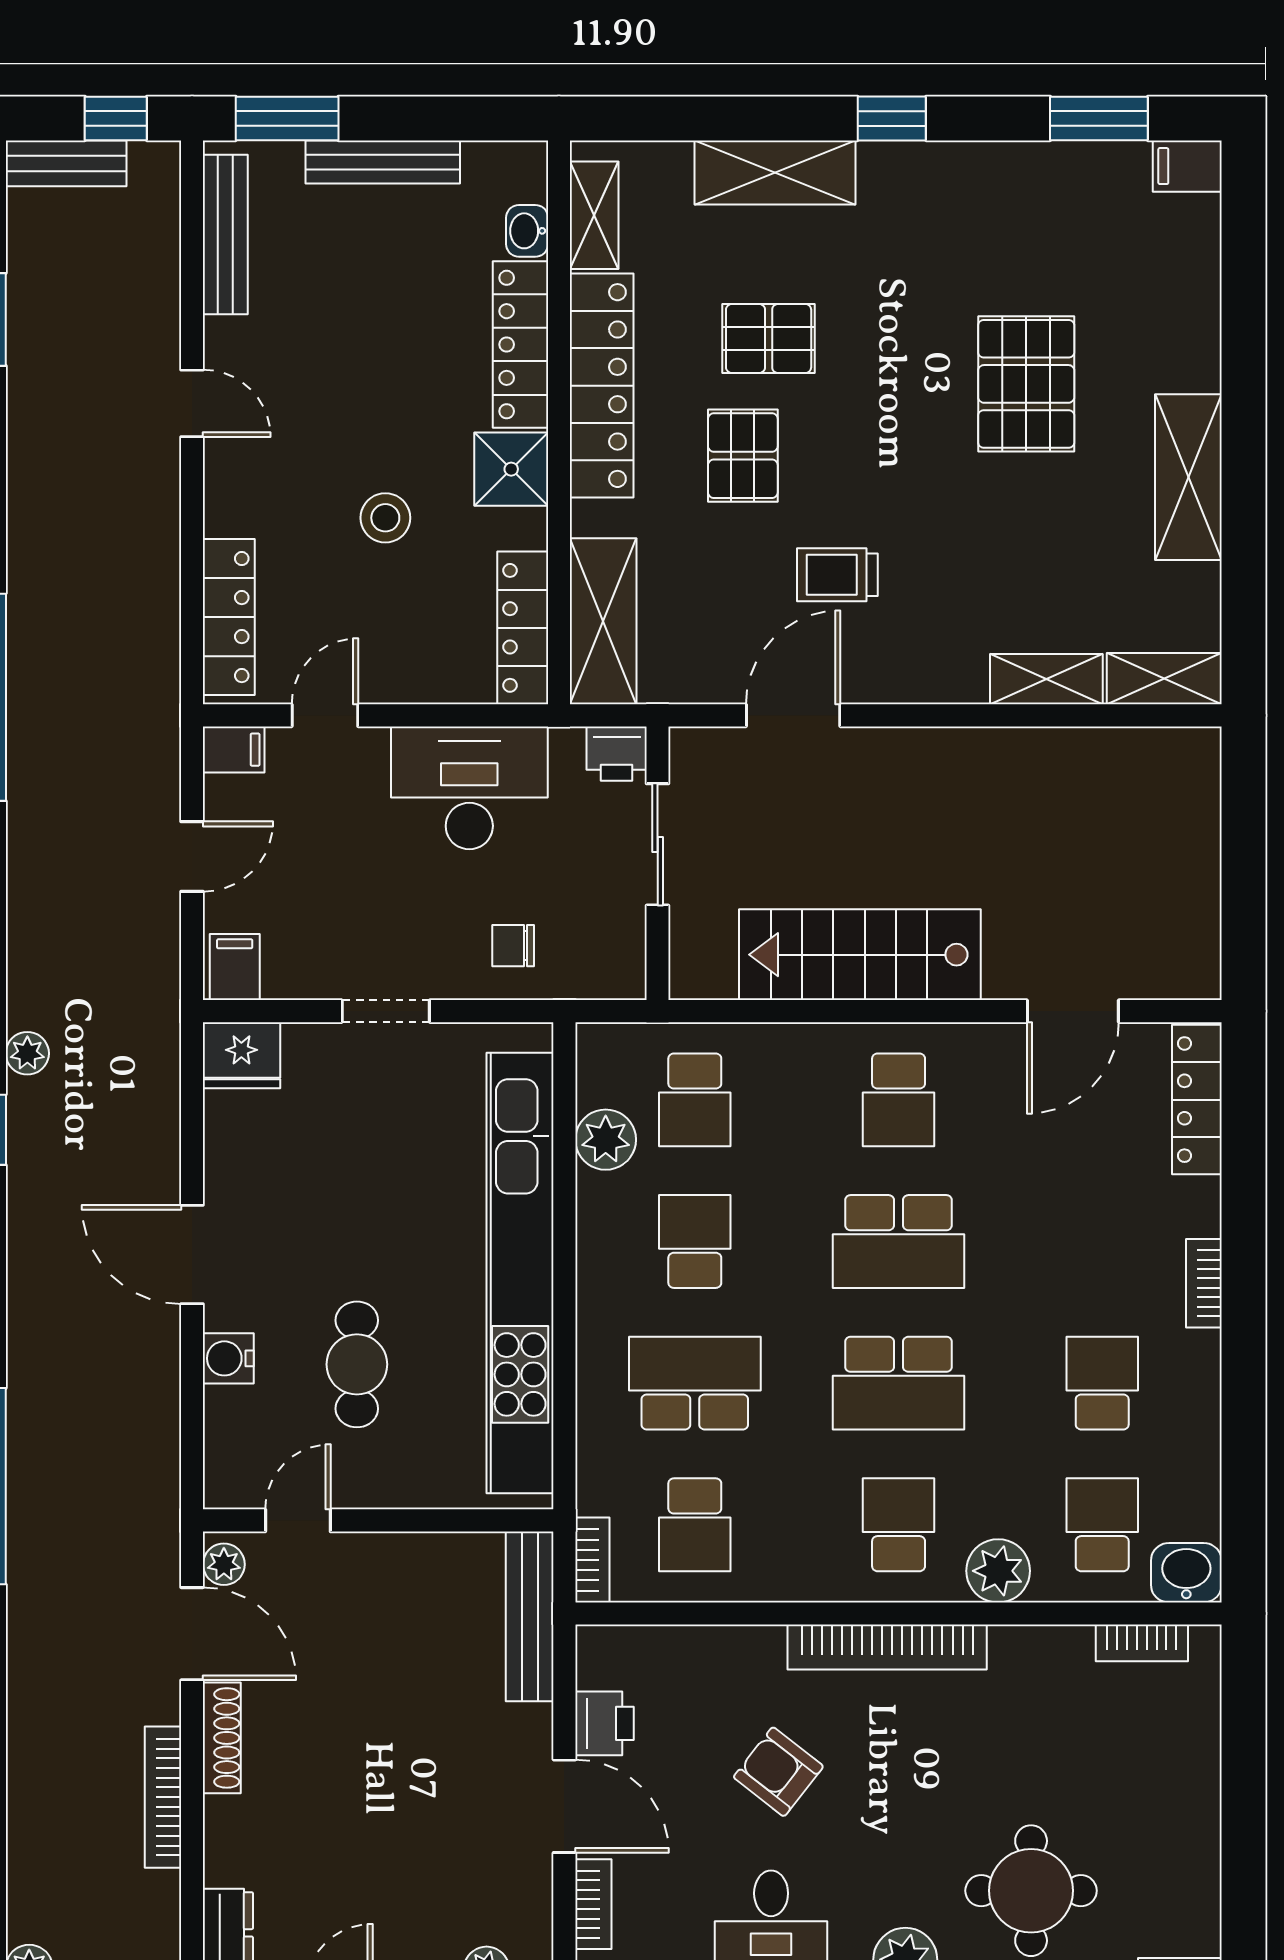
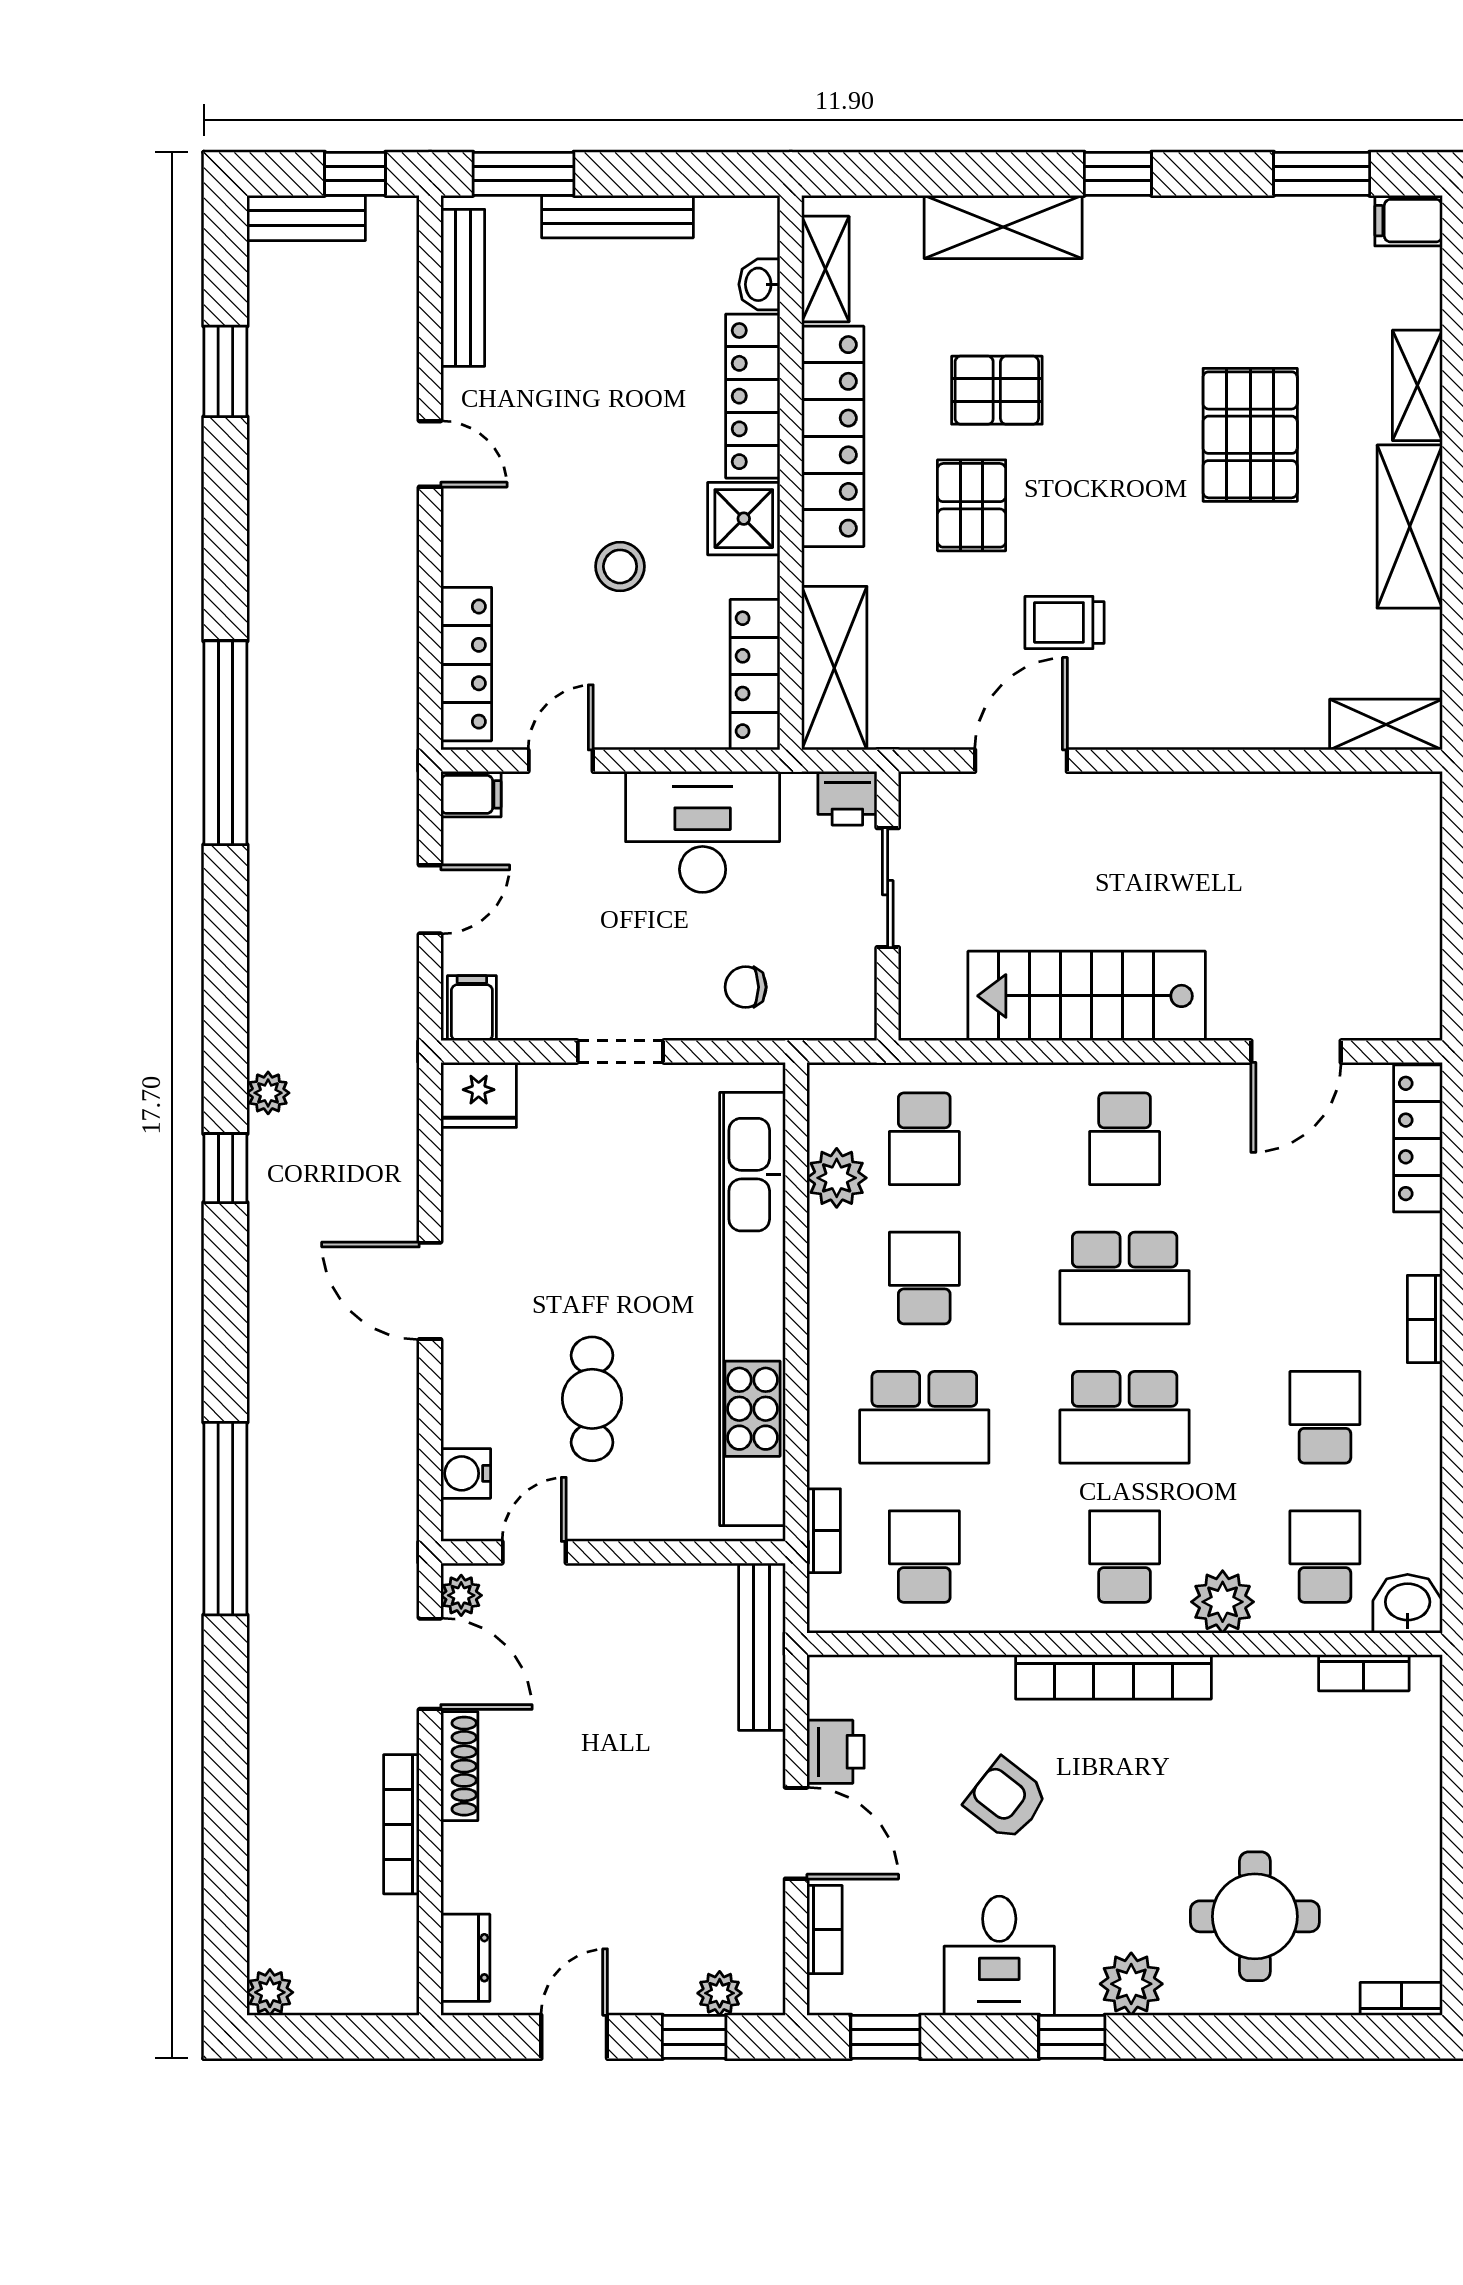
shelving: (1046, 679) -> (1417, 385), moved, turned 90
water cooler: (228, 1358) -> (466, 1473), moved
school desk: (695, 1383) -> (924, 1417), turned 180
school desk: (695, 1525) -> (924, 1557), turned 180
bookcase: (592, 1560) -> (824, 1531), moved

